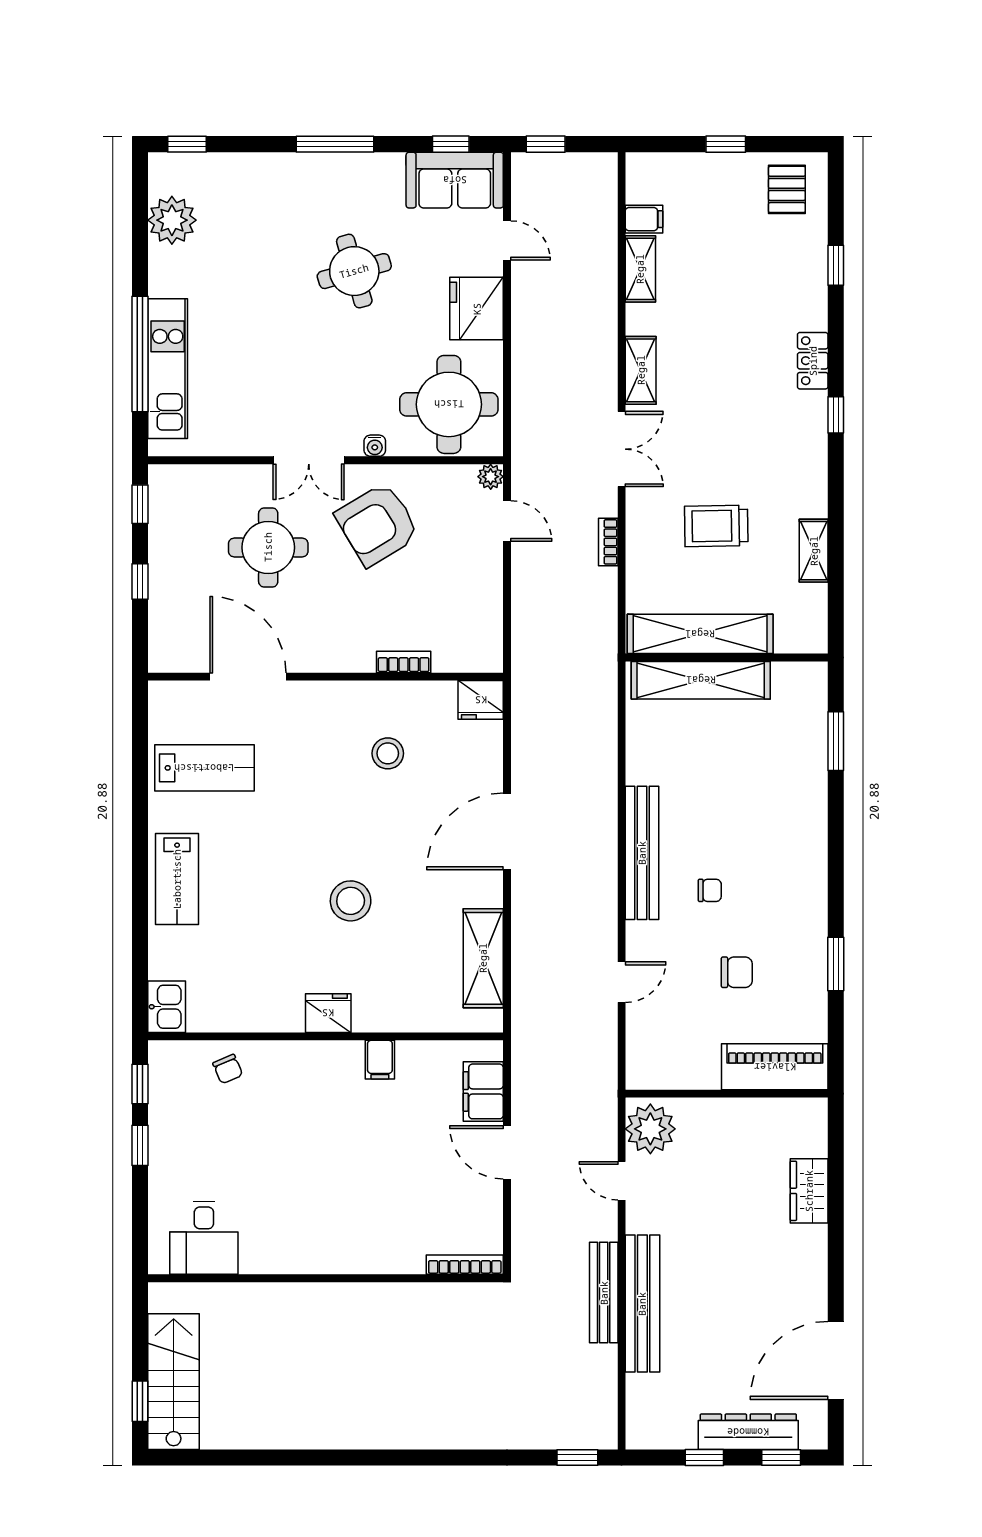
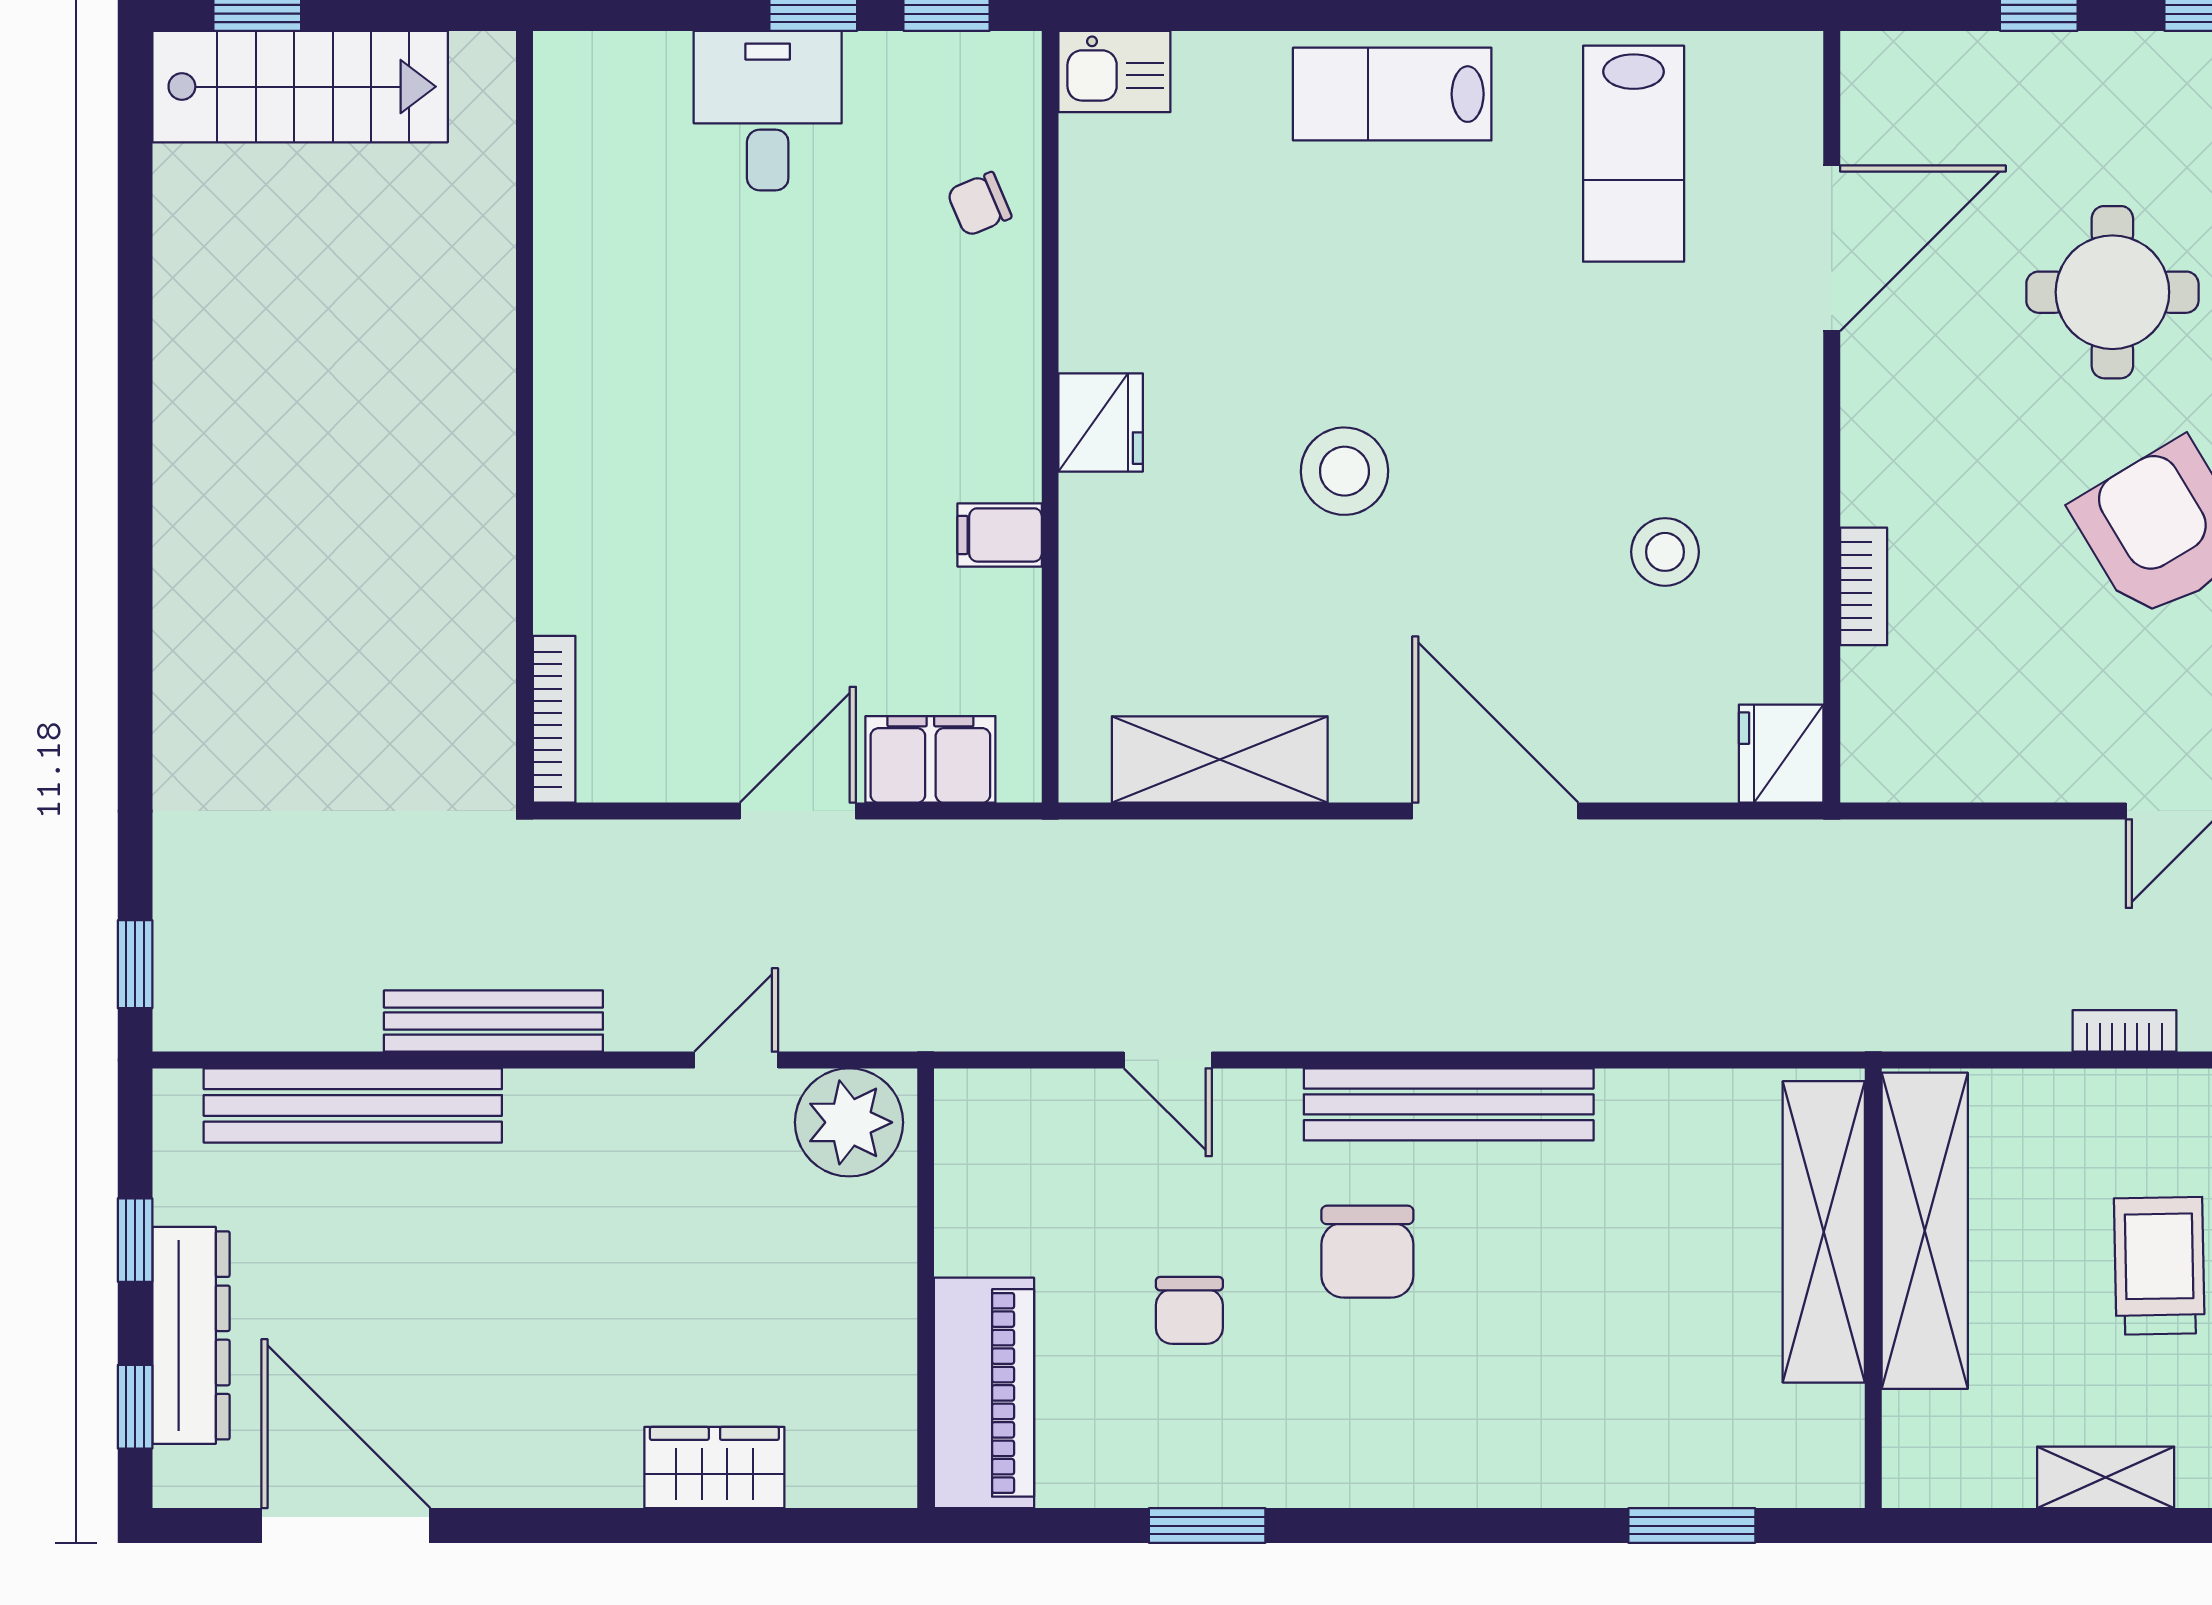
chair: (710, 890) -> (1367, 1252), width x1.87, depth x1.87
desk: (204, 1238) -> (768, 111), moved, turned 90
bench: (642, 1304) -> (353, 1105), moved

